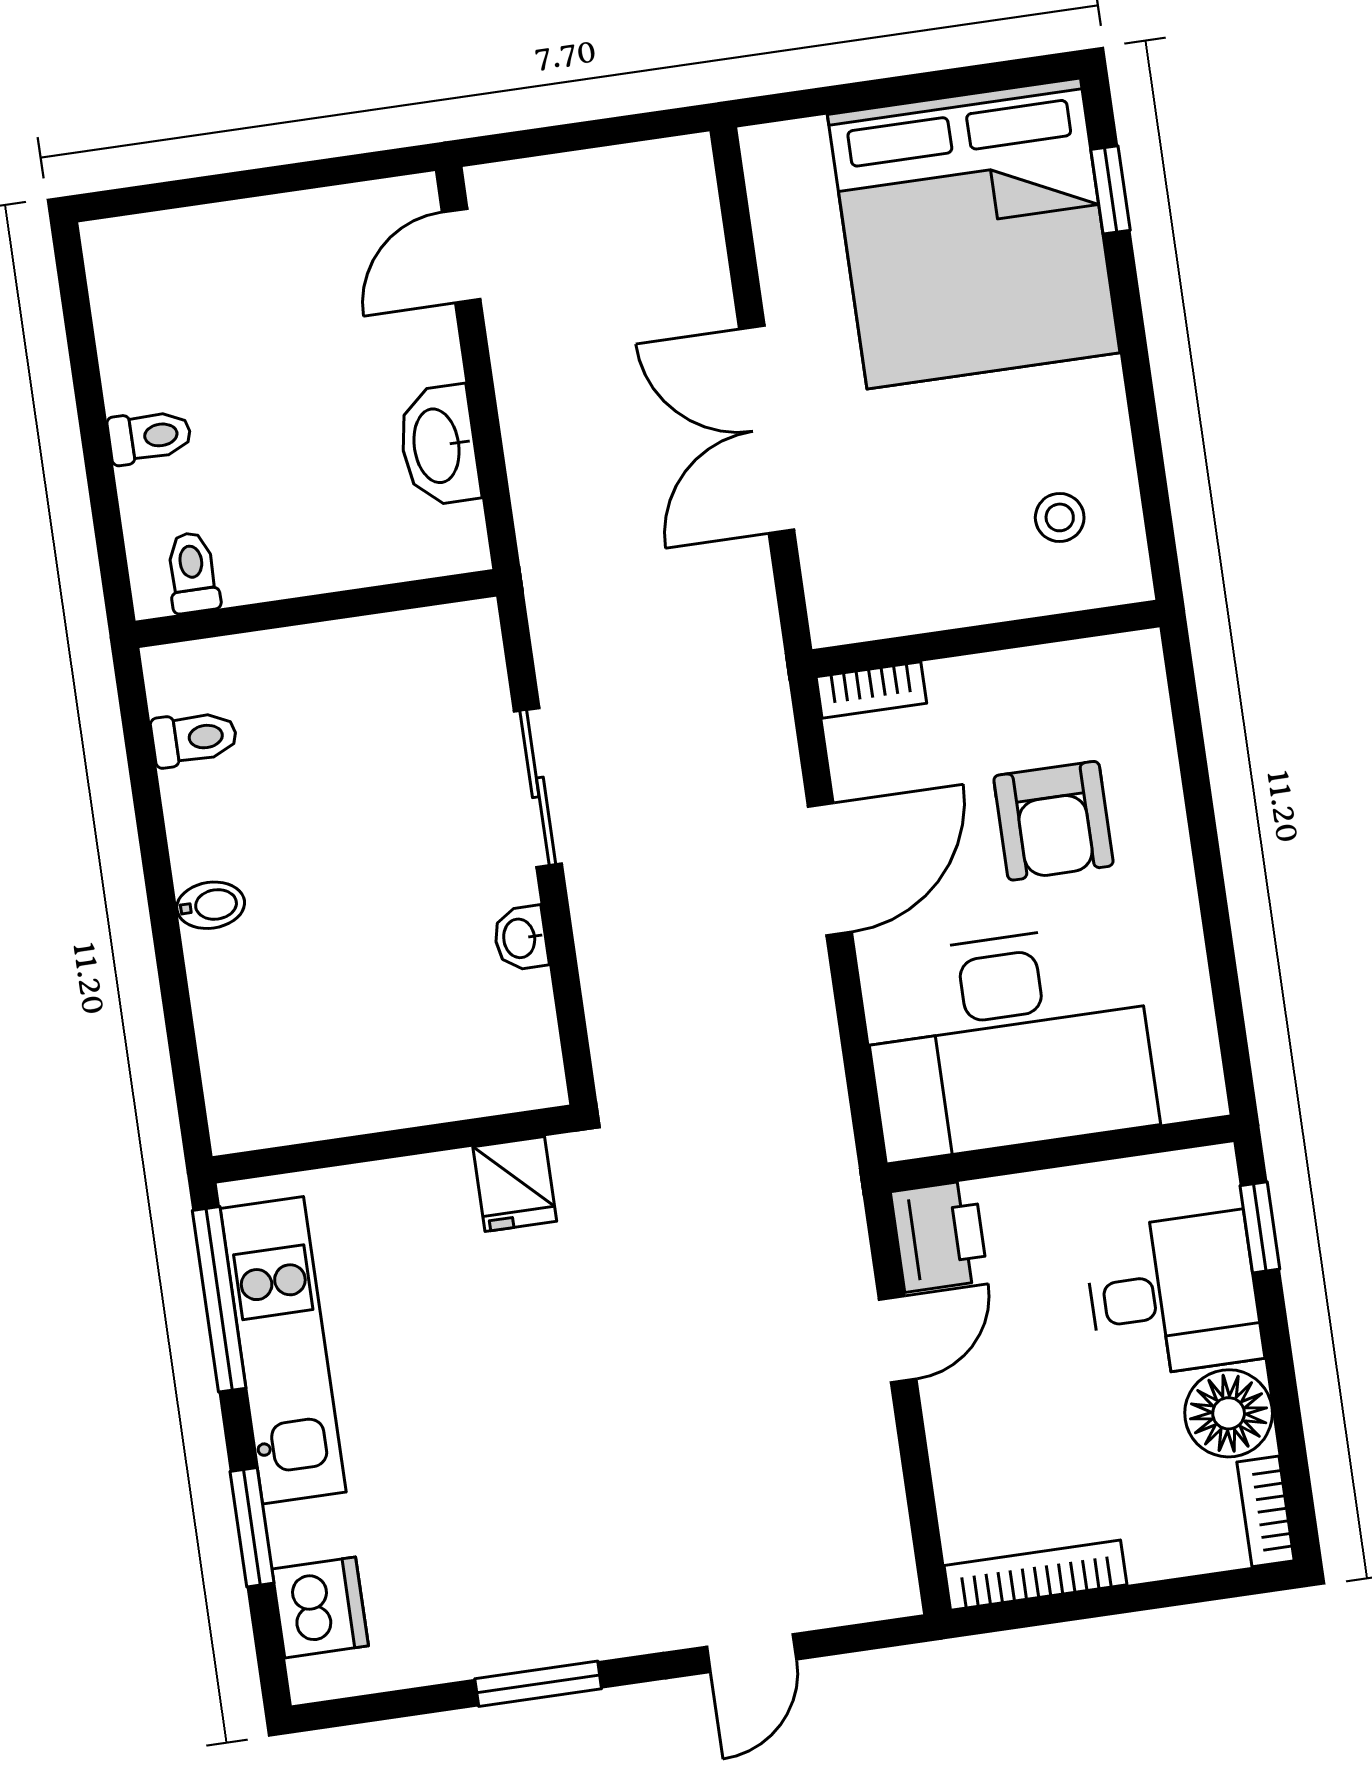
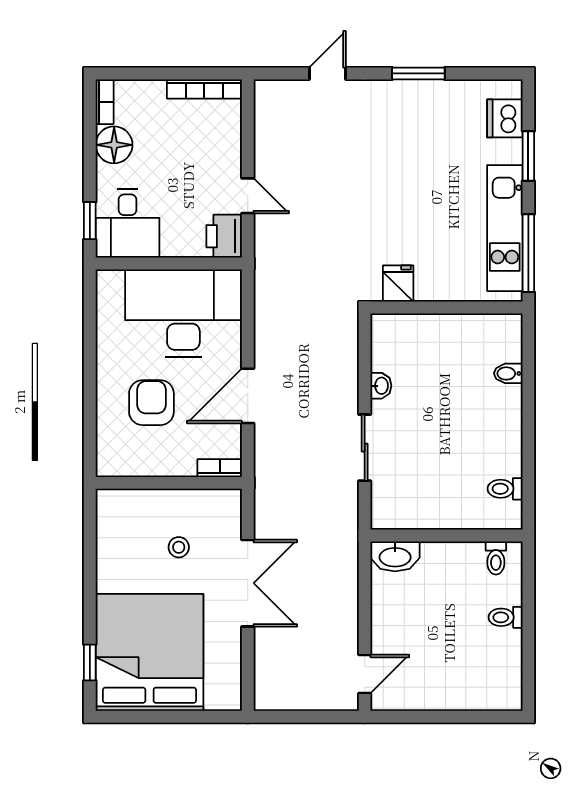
washbasin: (439, 445) -> (395, 556), moved, turned 90
stool: (1060, 517) -> (179, 547), moved
bidet: (211, 905) -> (508, 373), moved
desk: (1173, 1295) -> (127, 223), moved, turned -90
door: (898, 1339) -> (248, 196), swing flipped

